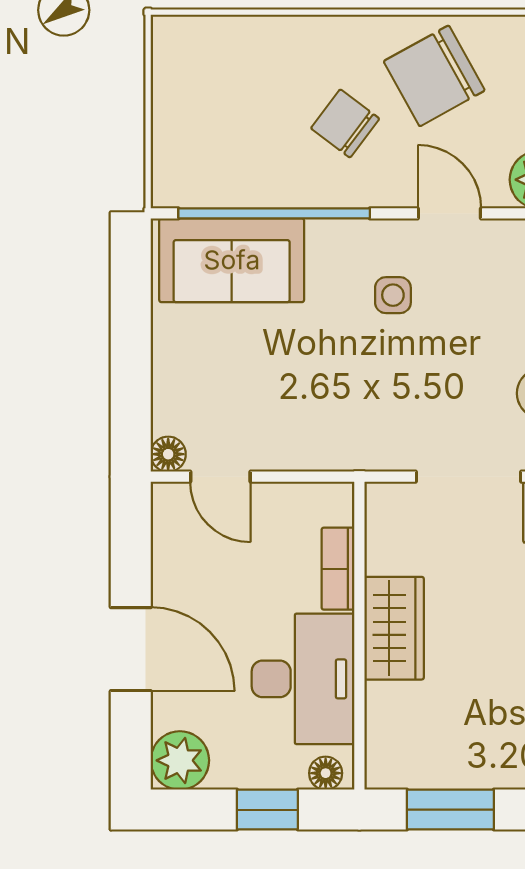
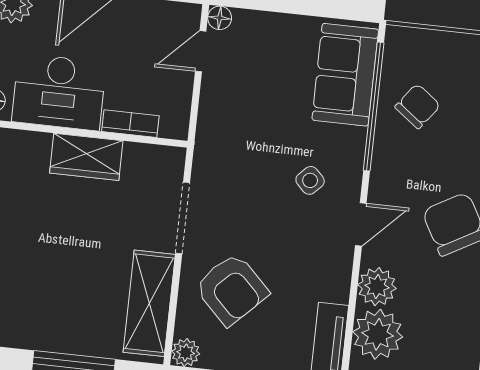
chair: (345, 123) -> (418, 106), moved
side table: (393, 295) -> (310, 180), turned 45

